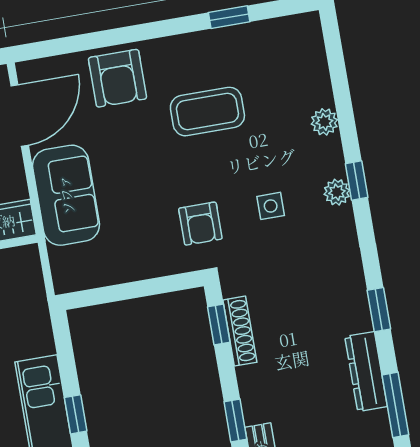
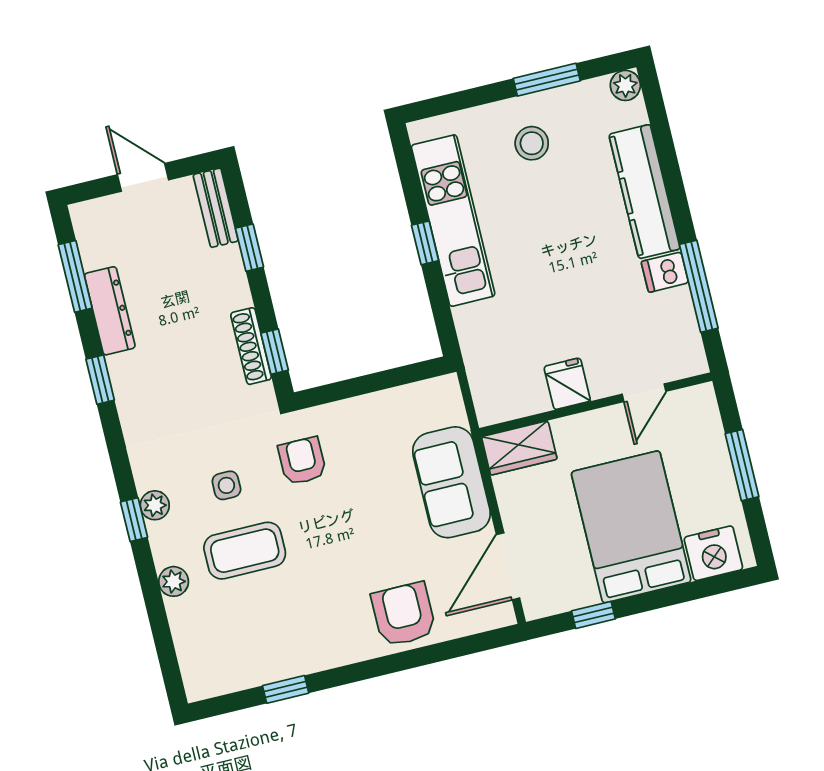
coffee table: (207, 112) -> (245, 551), moved

